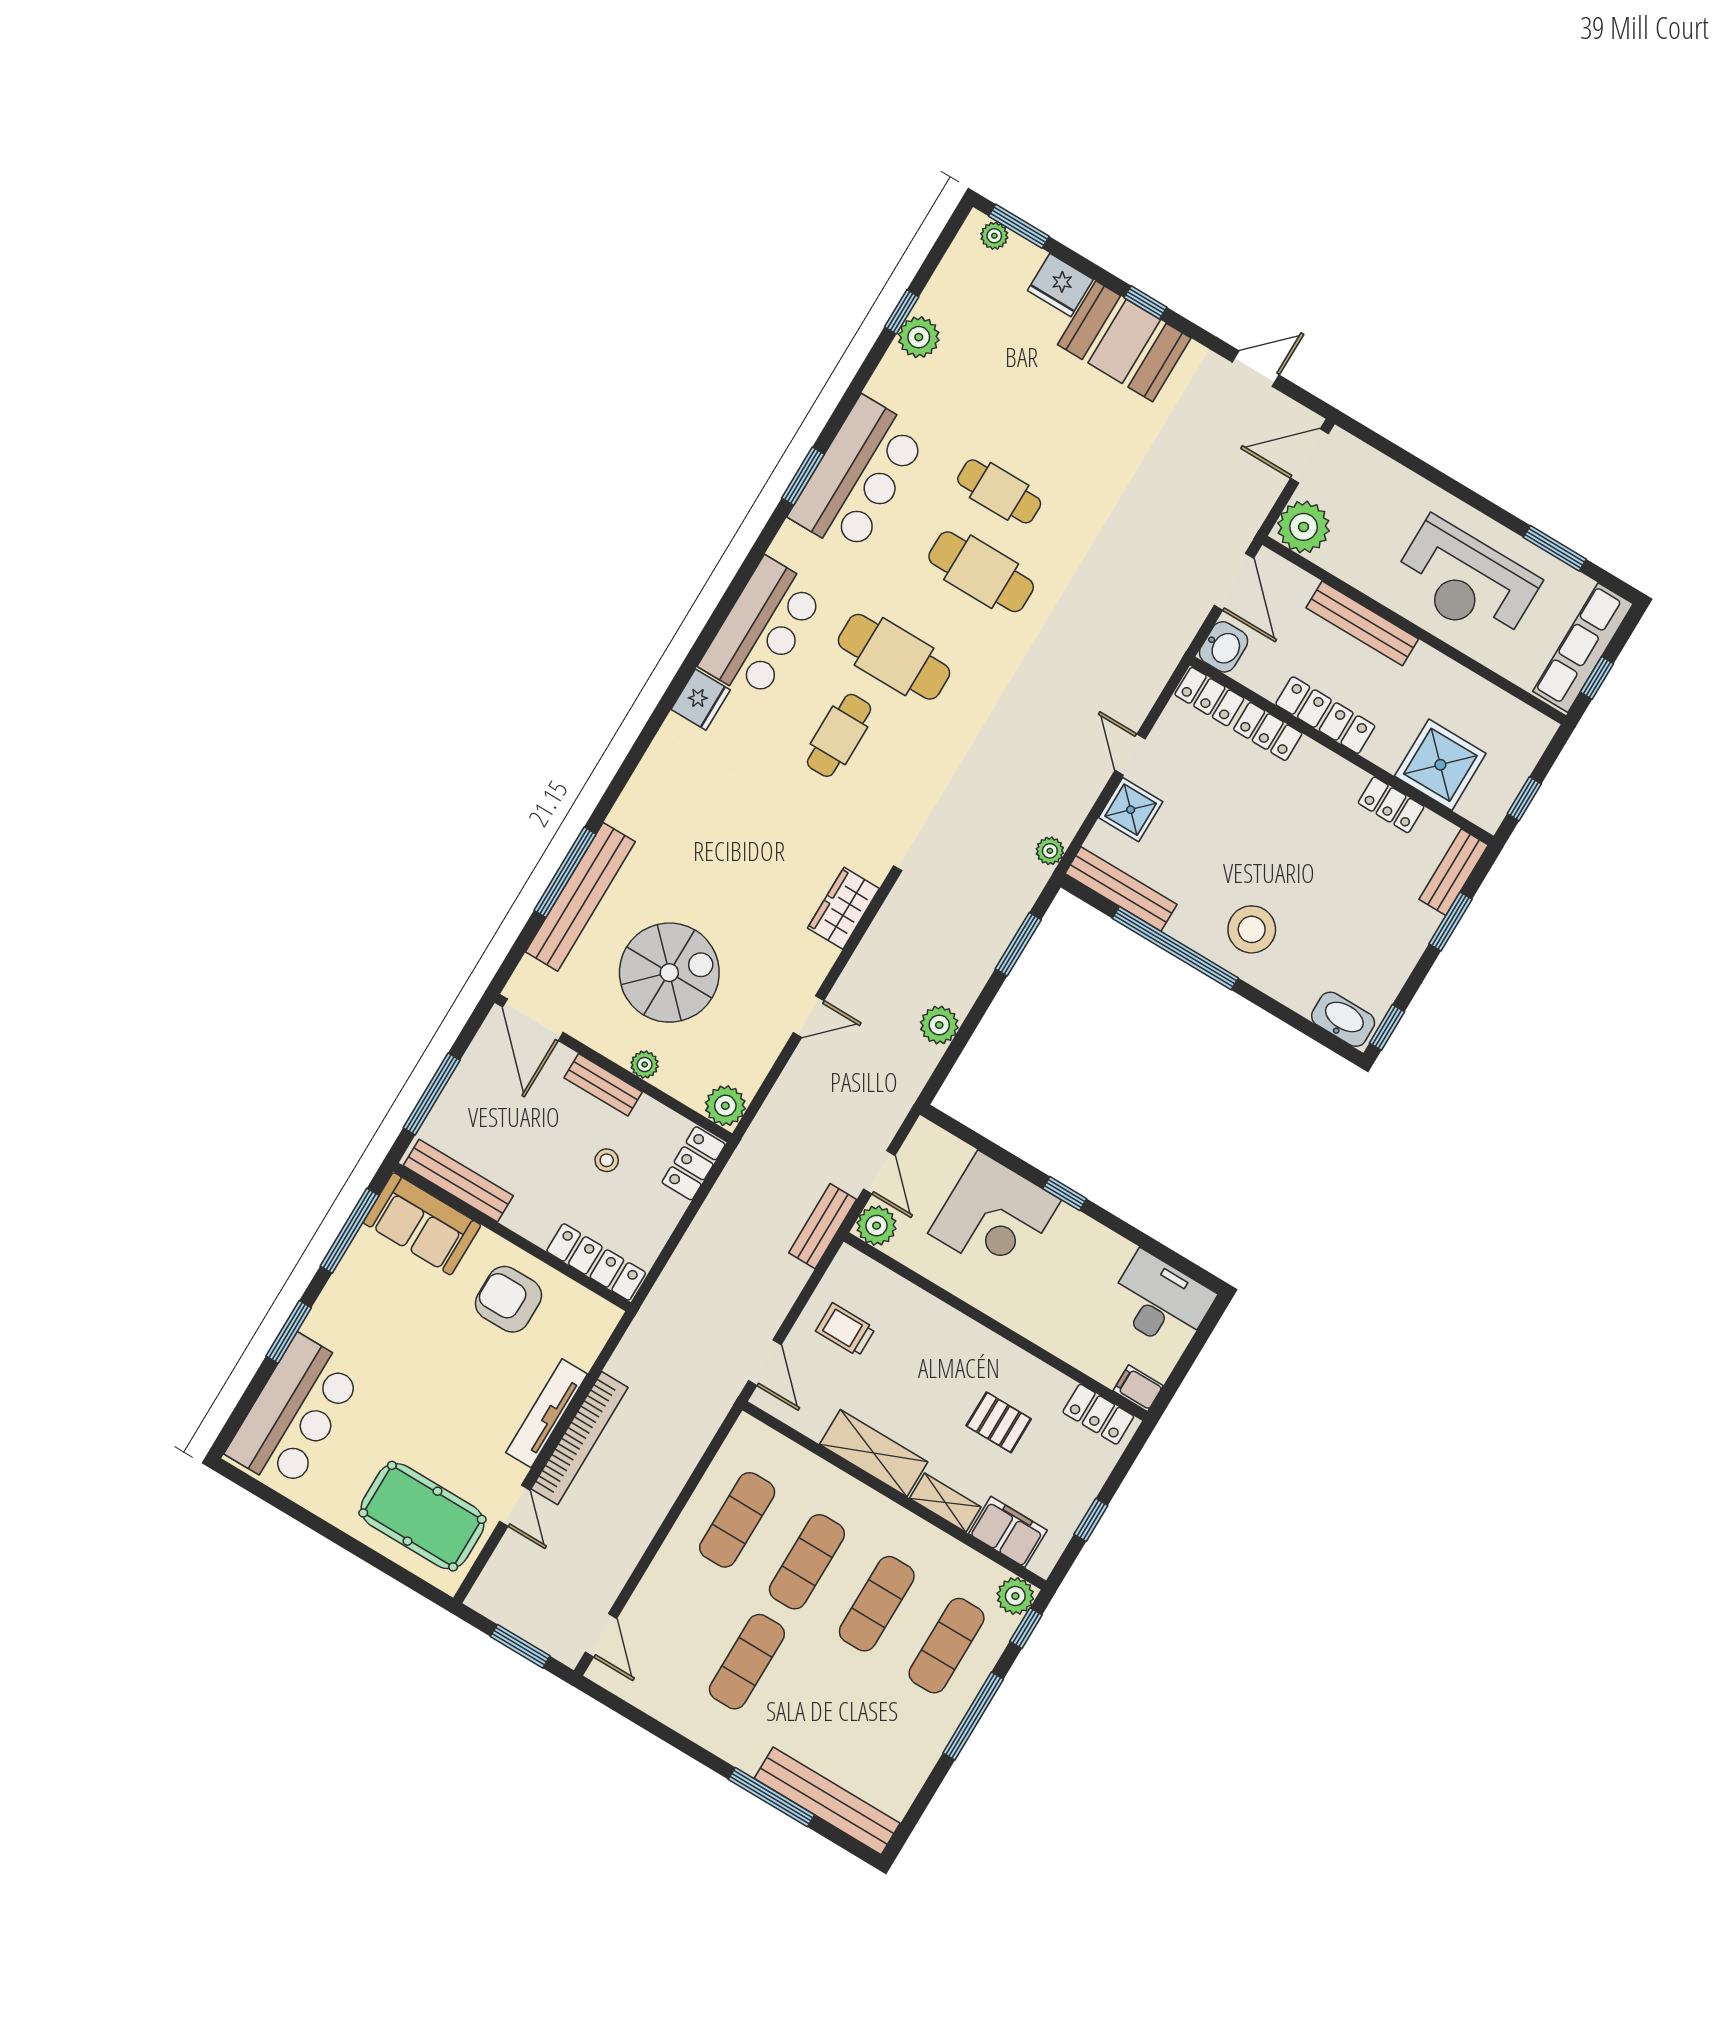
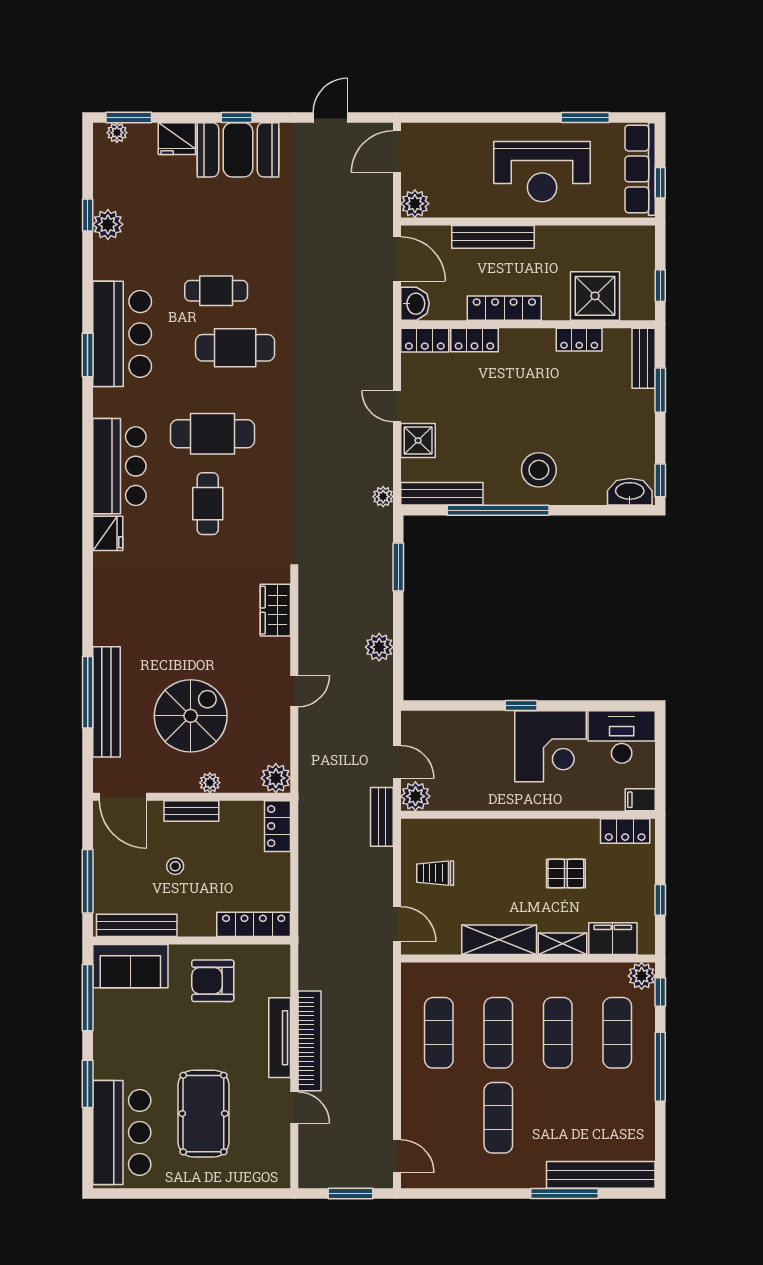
plant: (1304, 527) -> (415, 204), width x0.73, depth x0.73
stool: (607, 1160) -> (175, 866), moved
corner desk: (994, 1217) -> (550, 746), moved
pool table: (422, 1516) -> (203, 1114), moved, turned 90

